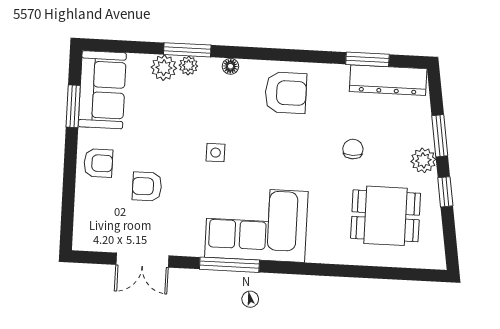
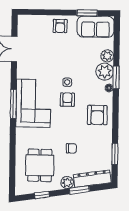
window: (187, 50) -> (116, 77), moved
plant: (188, 66) -> (105, 72), width x1.88, depth x1.88
dresser: (388, 80) -> (92, 179), moved, turned 81
armchair: (147, 186) -> (67, 100), moved
window: (445, 192) -> (42, 195), moved
window: (229, 265) -> (13, 104), moved

